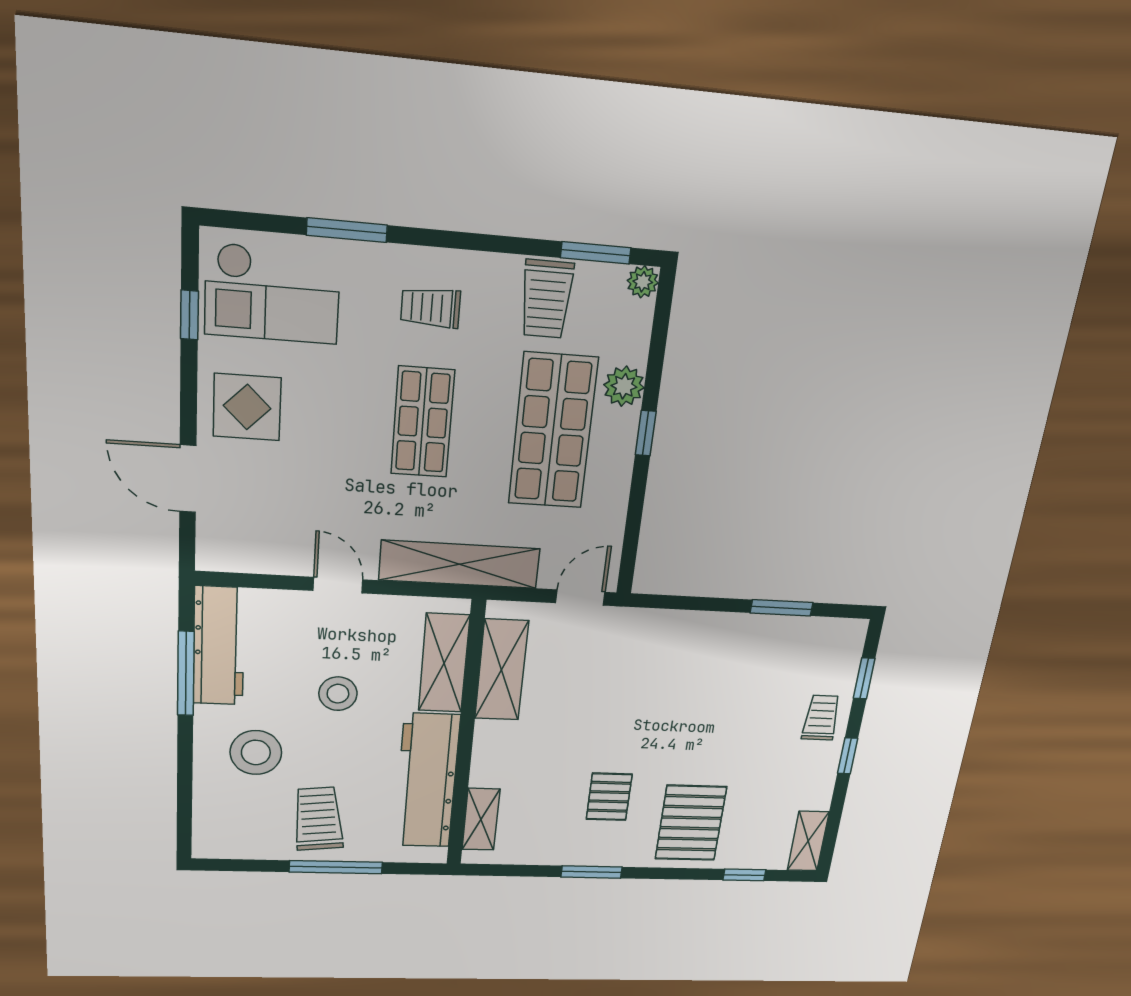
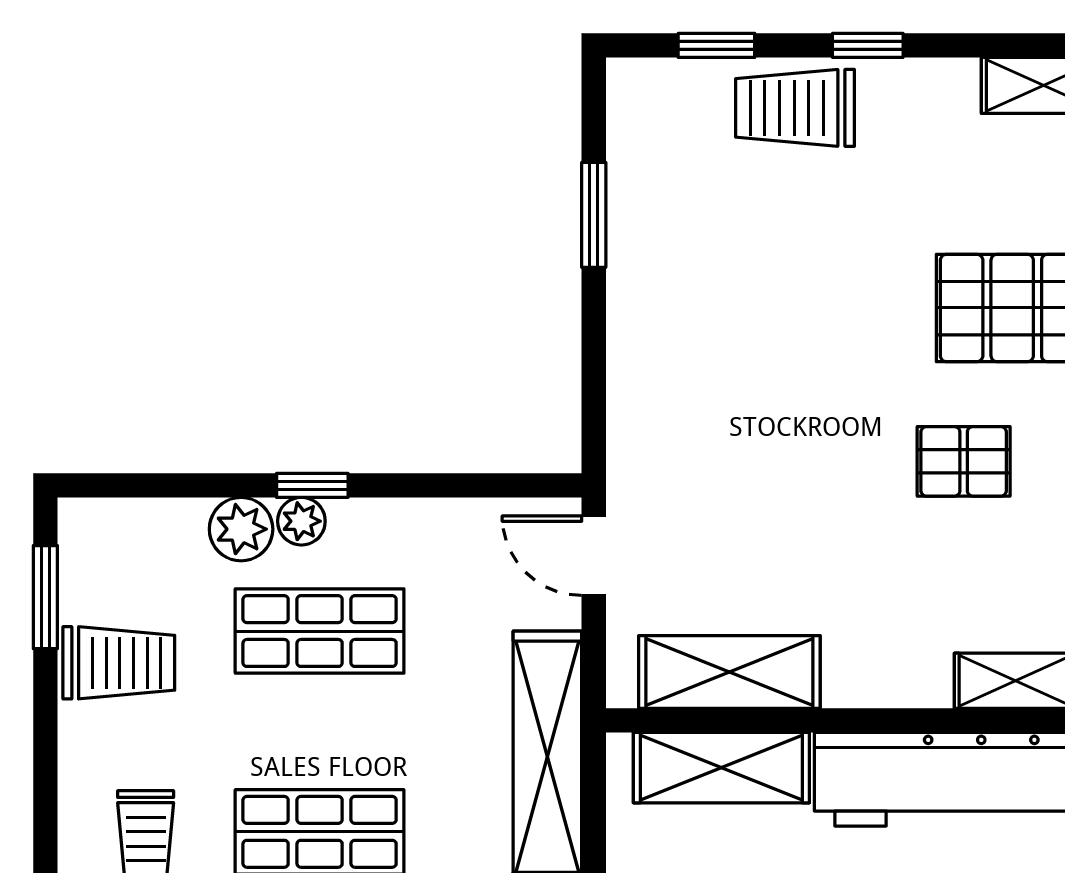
plant: (643, 282) -> (301, 521), moved
shop shelf: (553, 431) -> (320, 631), width x0.70, depth x0.74
trolley: (821, 718) -> (795, 108), width x1.36, depth x1.39

